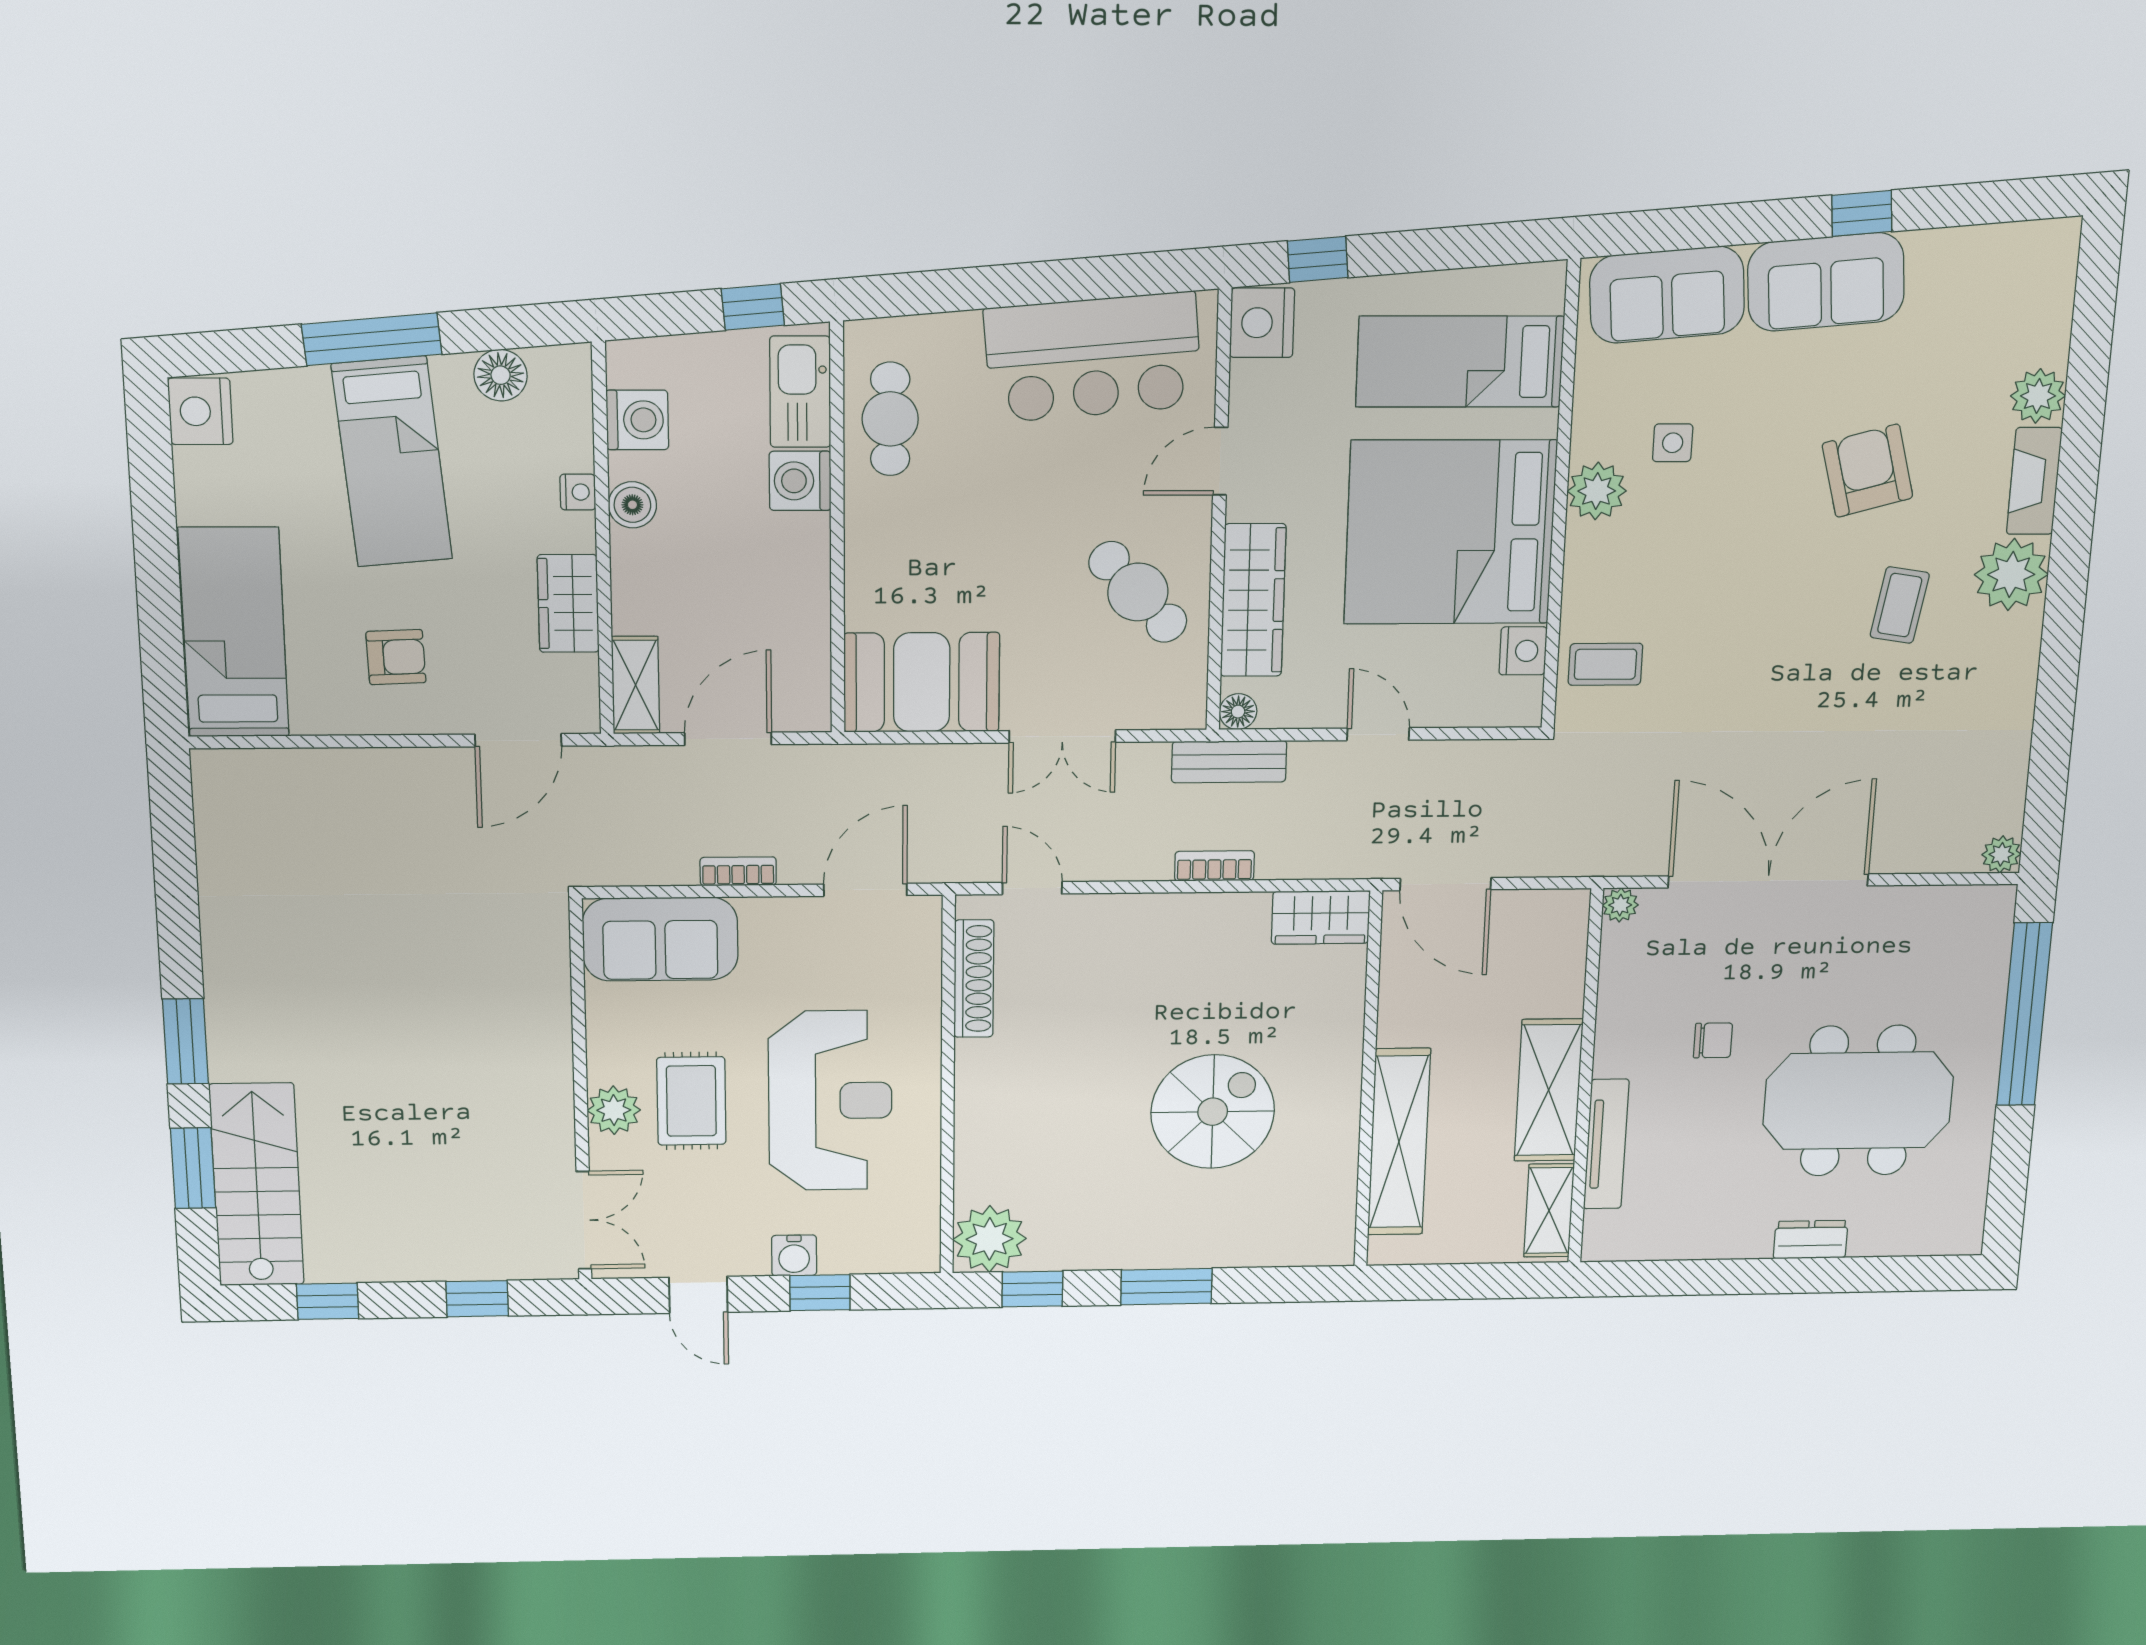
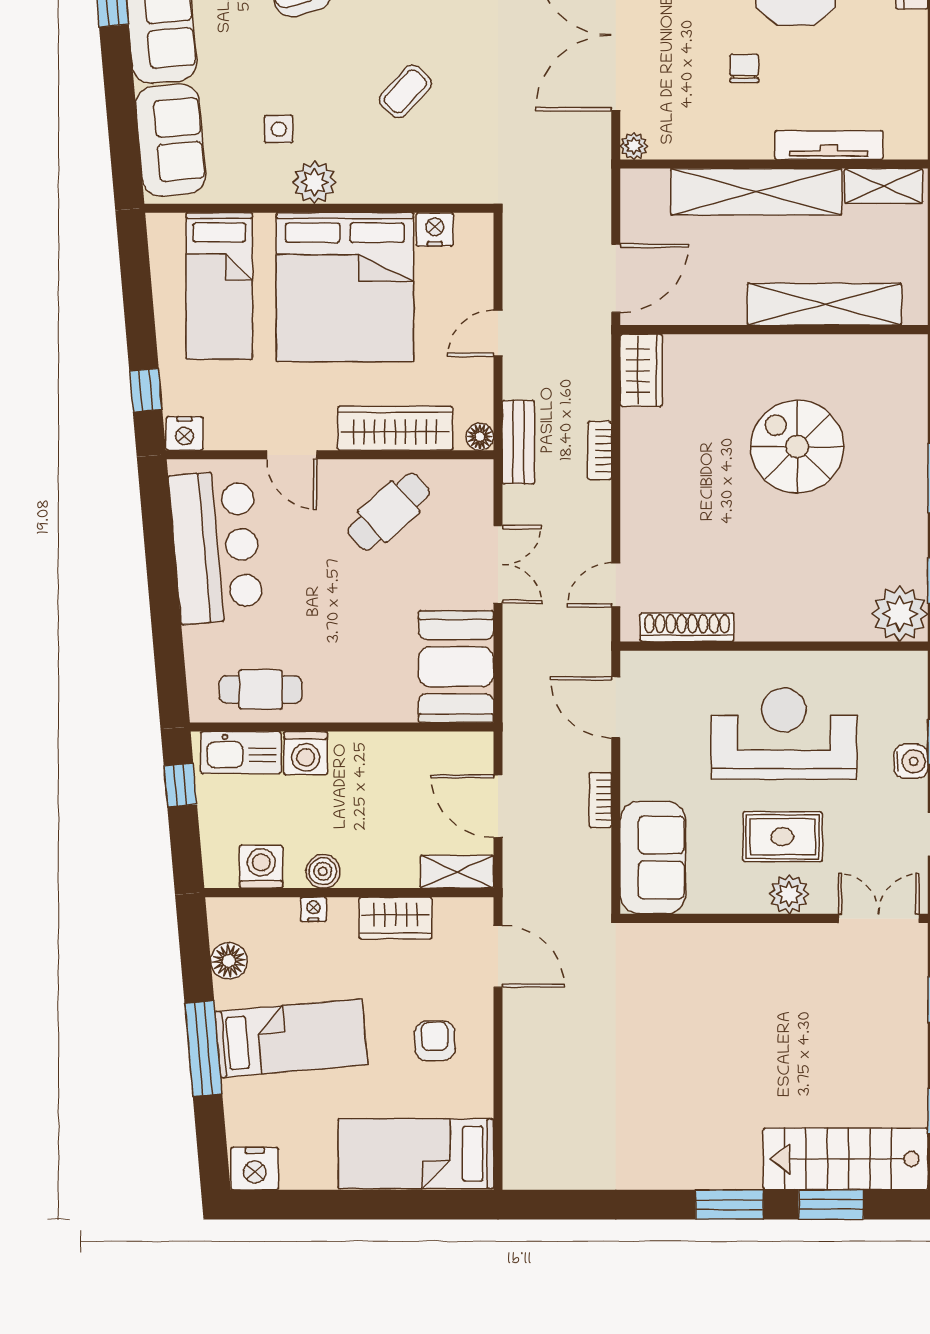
nightstand: (1262, 323) -> (185, 433), width x0.74, depth x0.75
coffee table: (1605, 664) -> (405, 91), moved, turned 43
shelving: (1549, 1090) -> (756, 192), width x1.47

